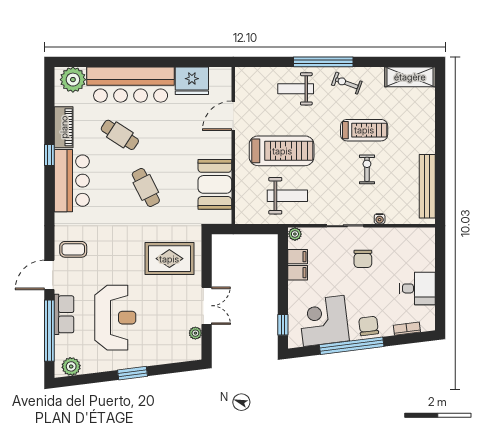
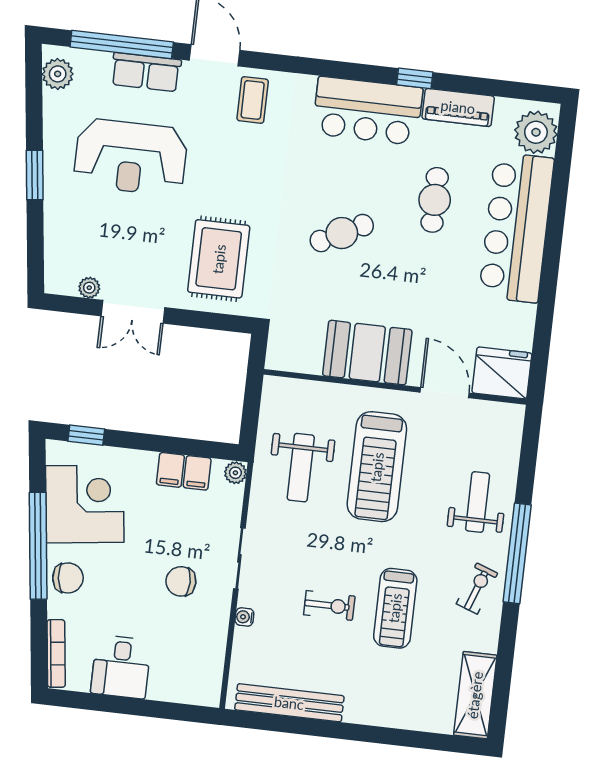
fridge: (192, 81) -> (502, 373), moved, turned 90
cafe table: (120, 135) -> (435, 200), turned -33
booth: (215, 184) -> (367, 353), moved
bookcase: (407, 329) -> (56, 653), width x1.56

